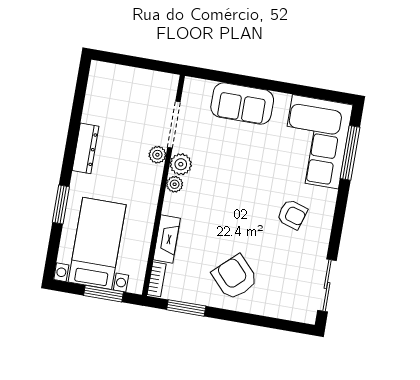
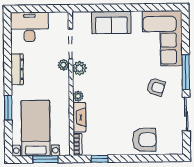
desk: (116, 87) -> (29, 27), added
window: (350, 153) -> (186, 72), moved
plant: (175, 184) -> (78, 96), moved
armchair: (235, 277) -> (144, 140), moved, turned 133
sliding door: (327, 285) -> (186, 114), moved
window: (186, 308) -> (100, 159), width x0.67

